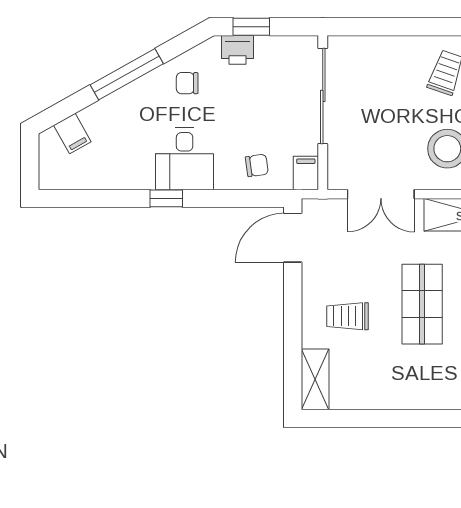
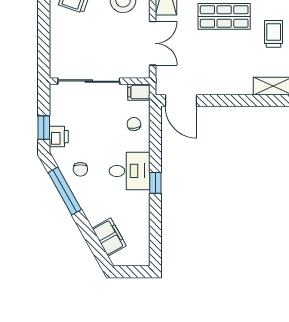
window: (127, 74) -> (65, 191), moved
filing cabinet: (72, 134) -> (109, 237), width x2.00
trolley: (348, 316) -> (274, 34), moved, turned 180

